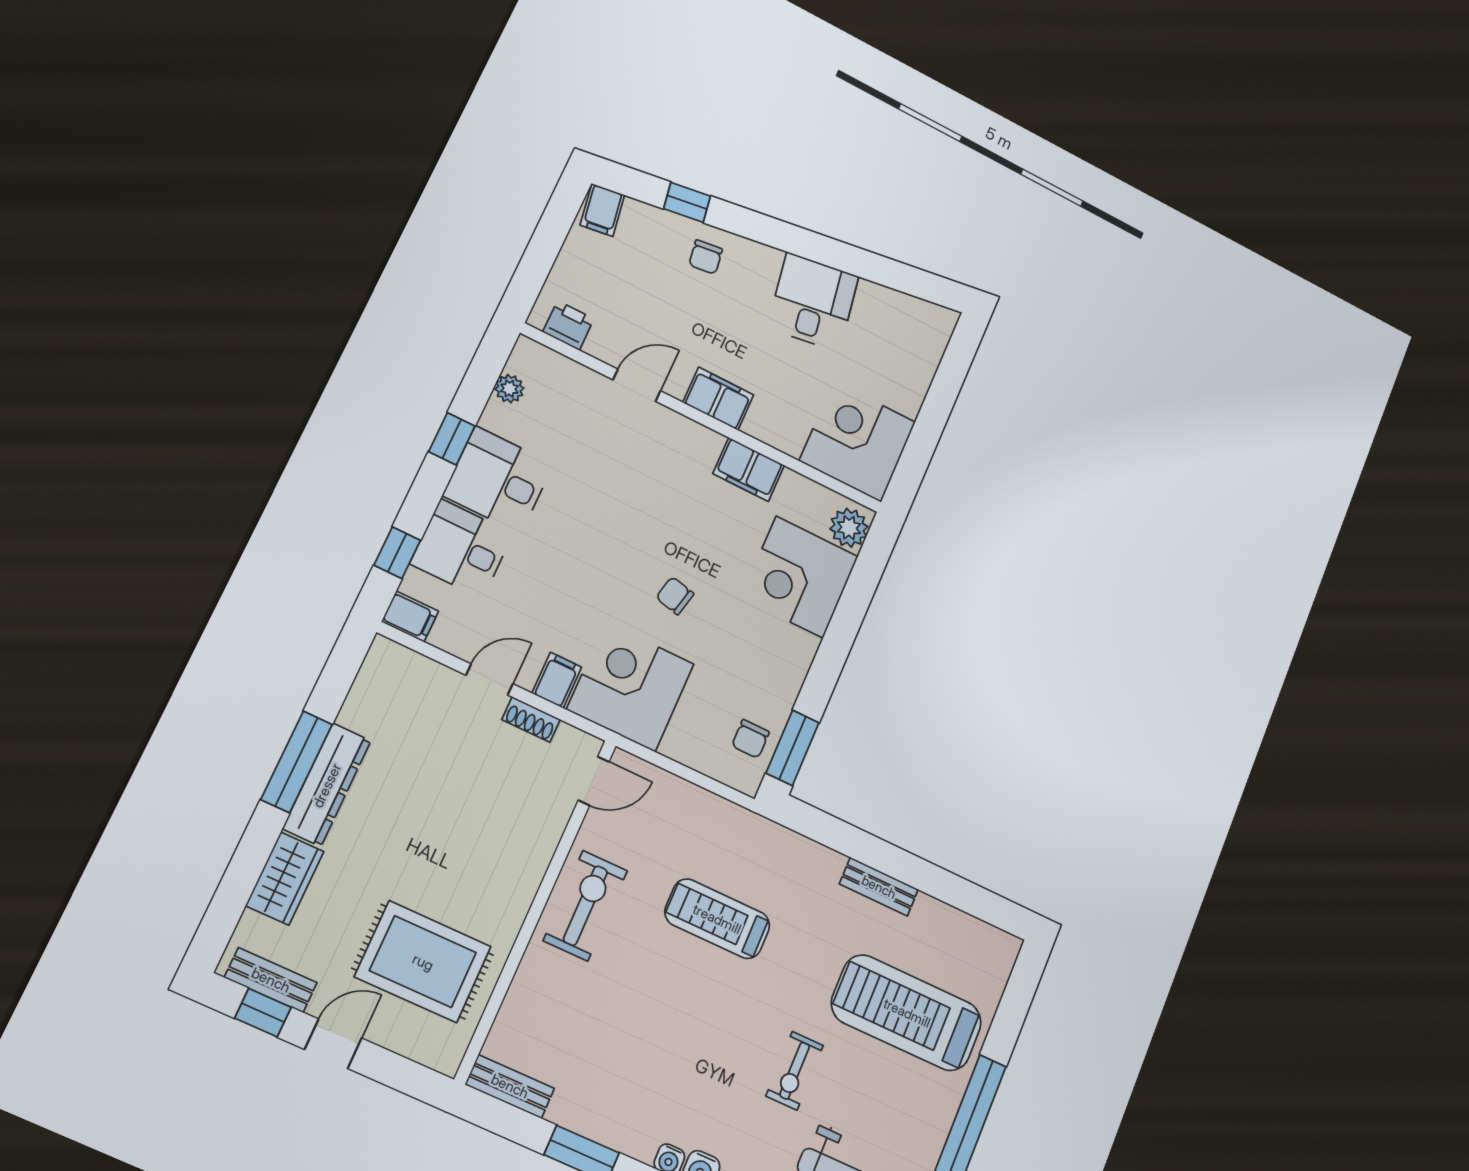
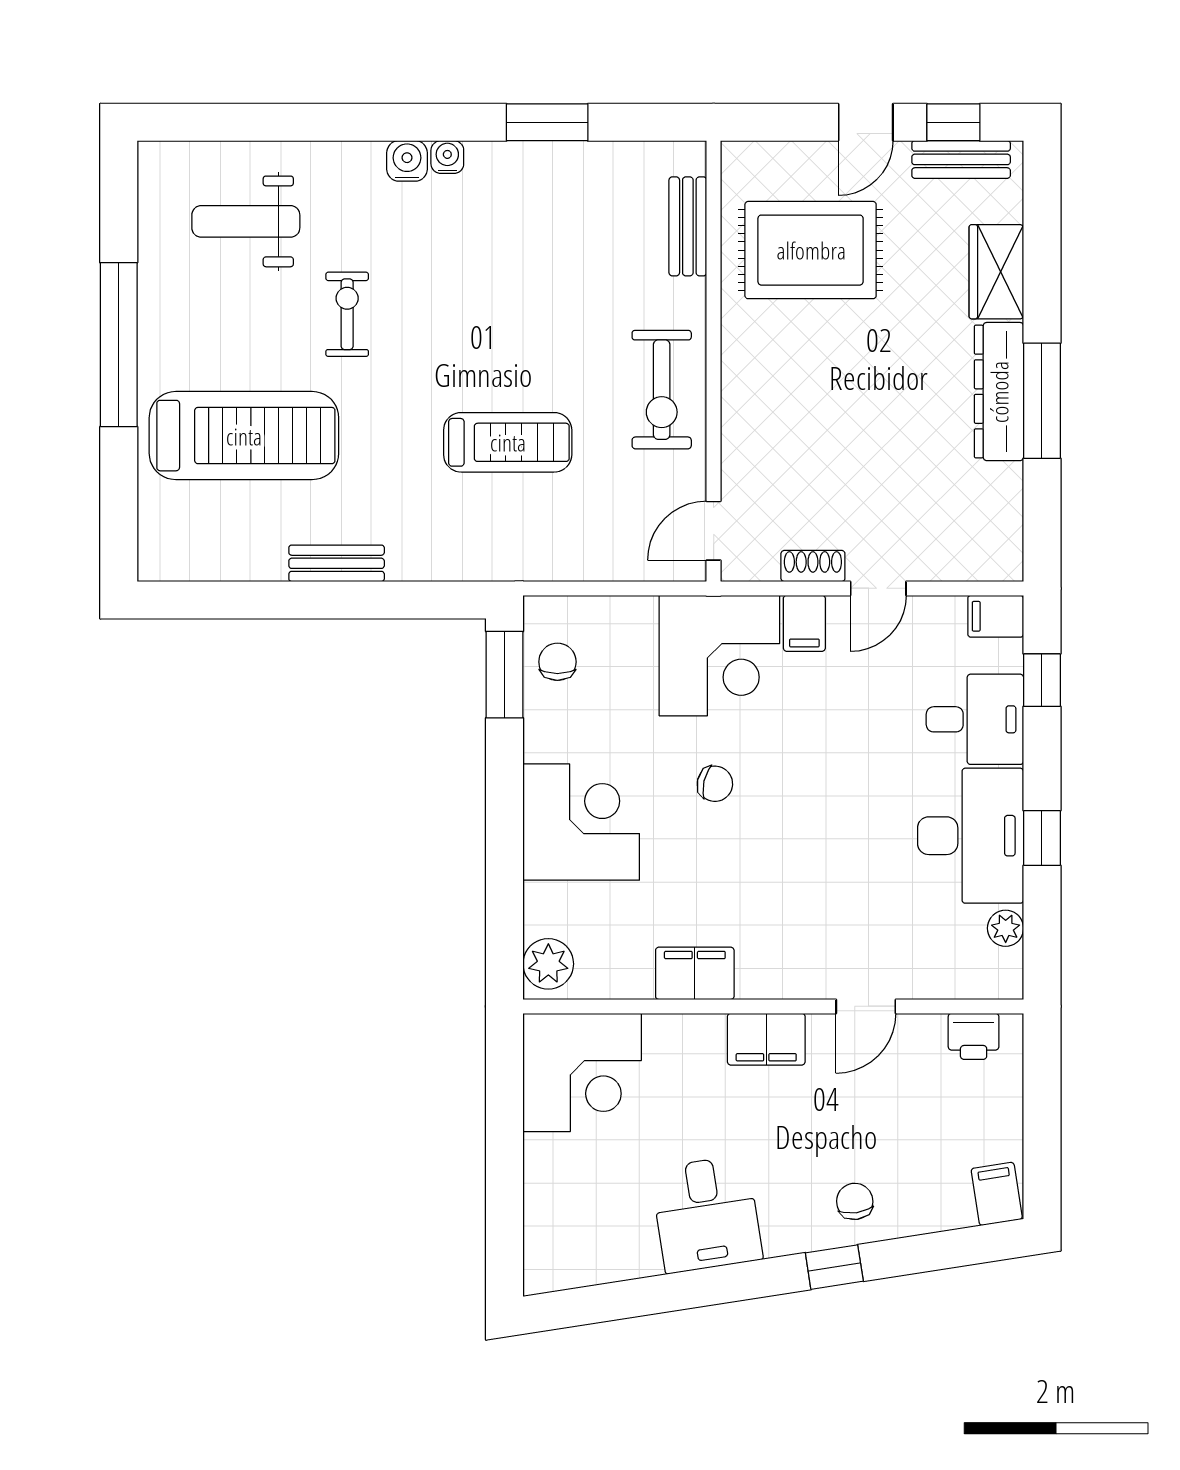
window: (687, 202) -> (834, 1267), moved
desk: (498, 480) -> (971, 836), width x1.37
corner desk: (800, 577) -> (581, 822), moved
bench: (510, 1086) -> (688, 226), moved, turned 90

